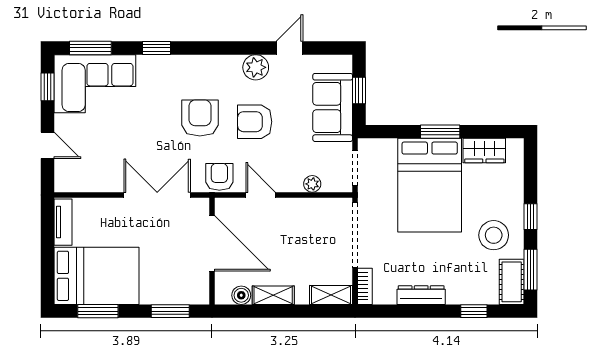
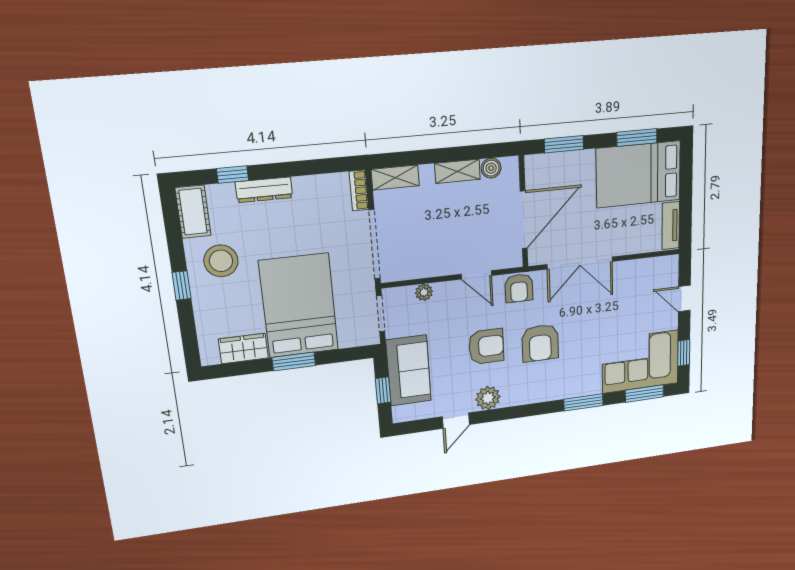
window: (156, 48) -> (583, 402), width x1.50
door: (212, 243) -> (524, 220), swing flipped
window: (531, 270) -> (173, 228), removed
dresser: (421, 295) -> (264, 190), moved

